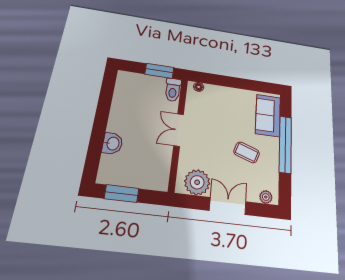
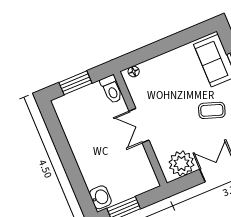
window: (159, 71) -> (75, 83), moved
washbasin: (112, 144) -> (100, 197), moved

